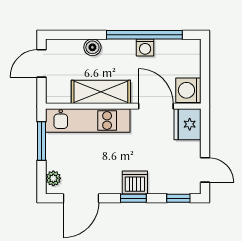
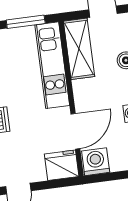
shelving: (101, 92) -> (79, 49), moved

